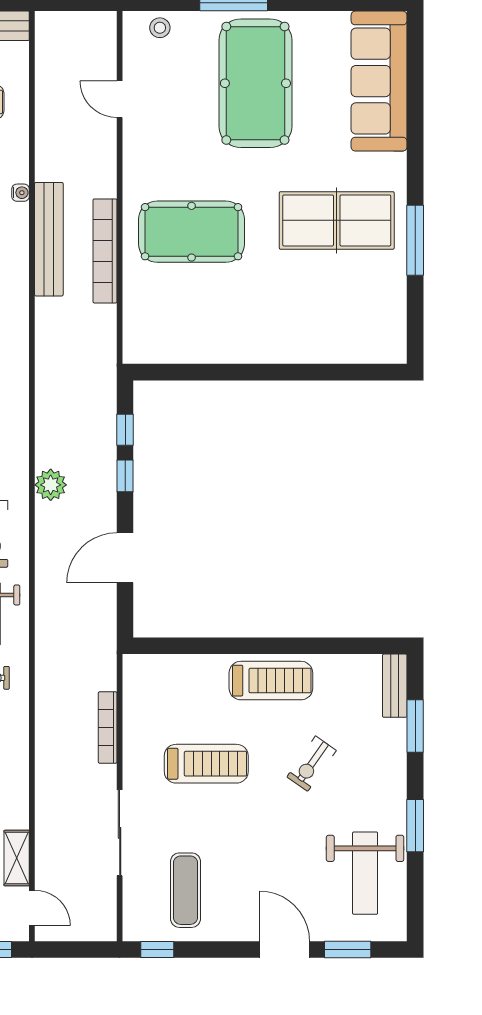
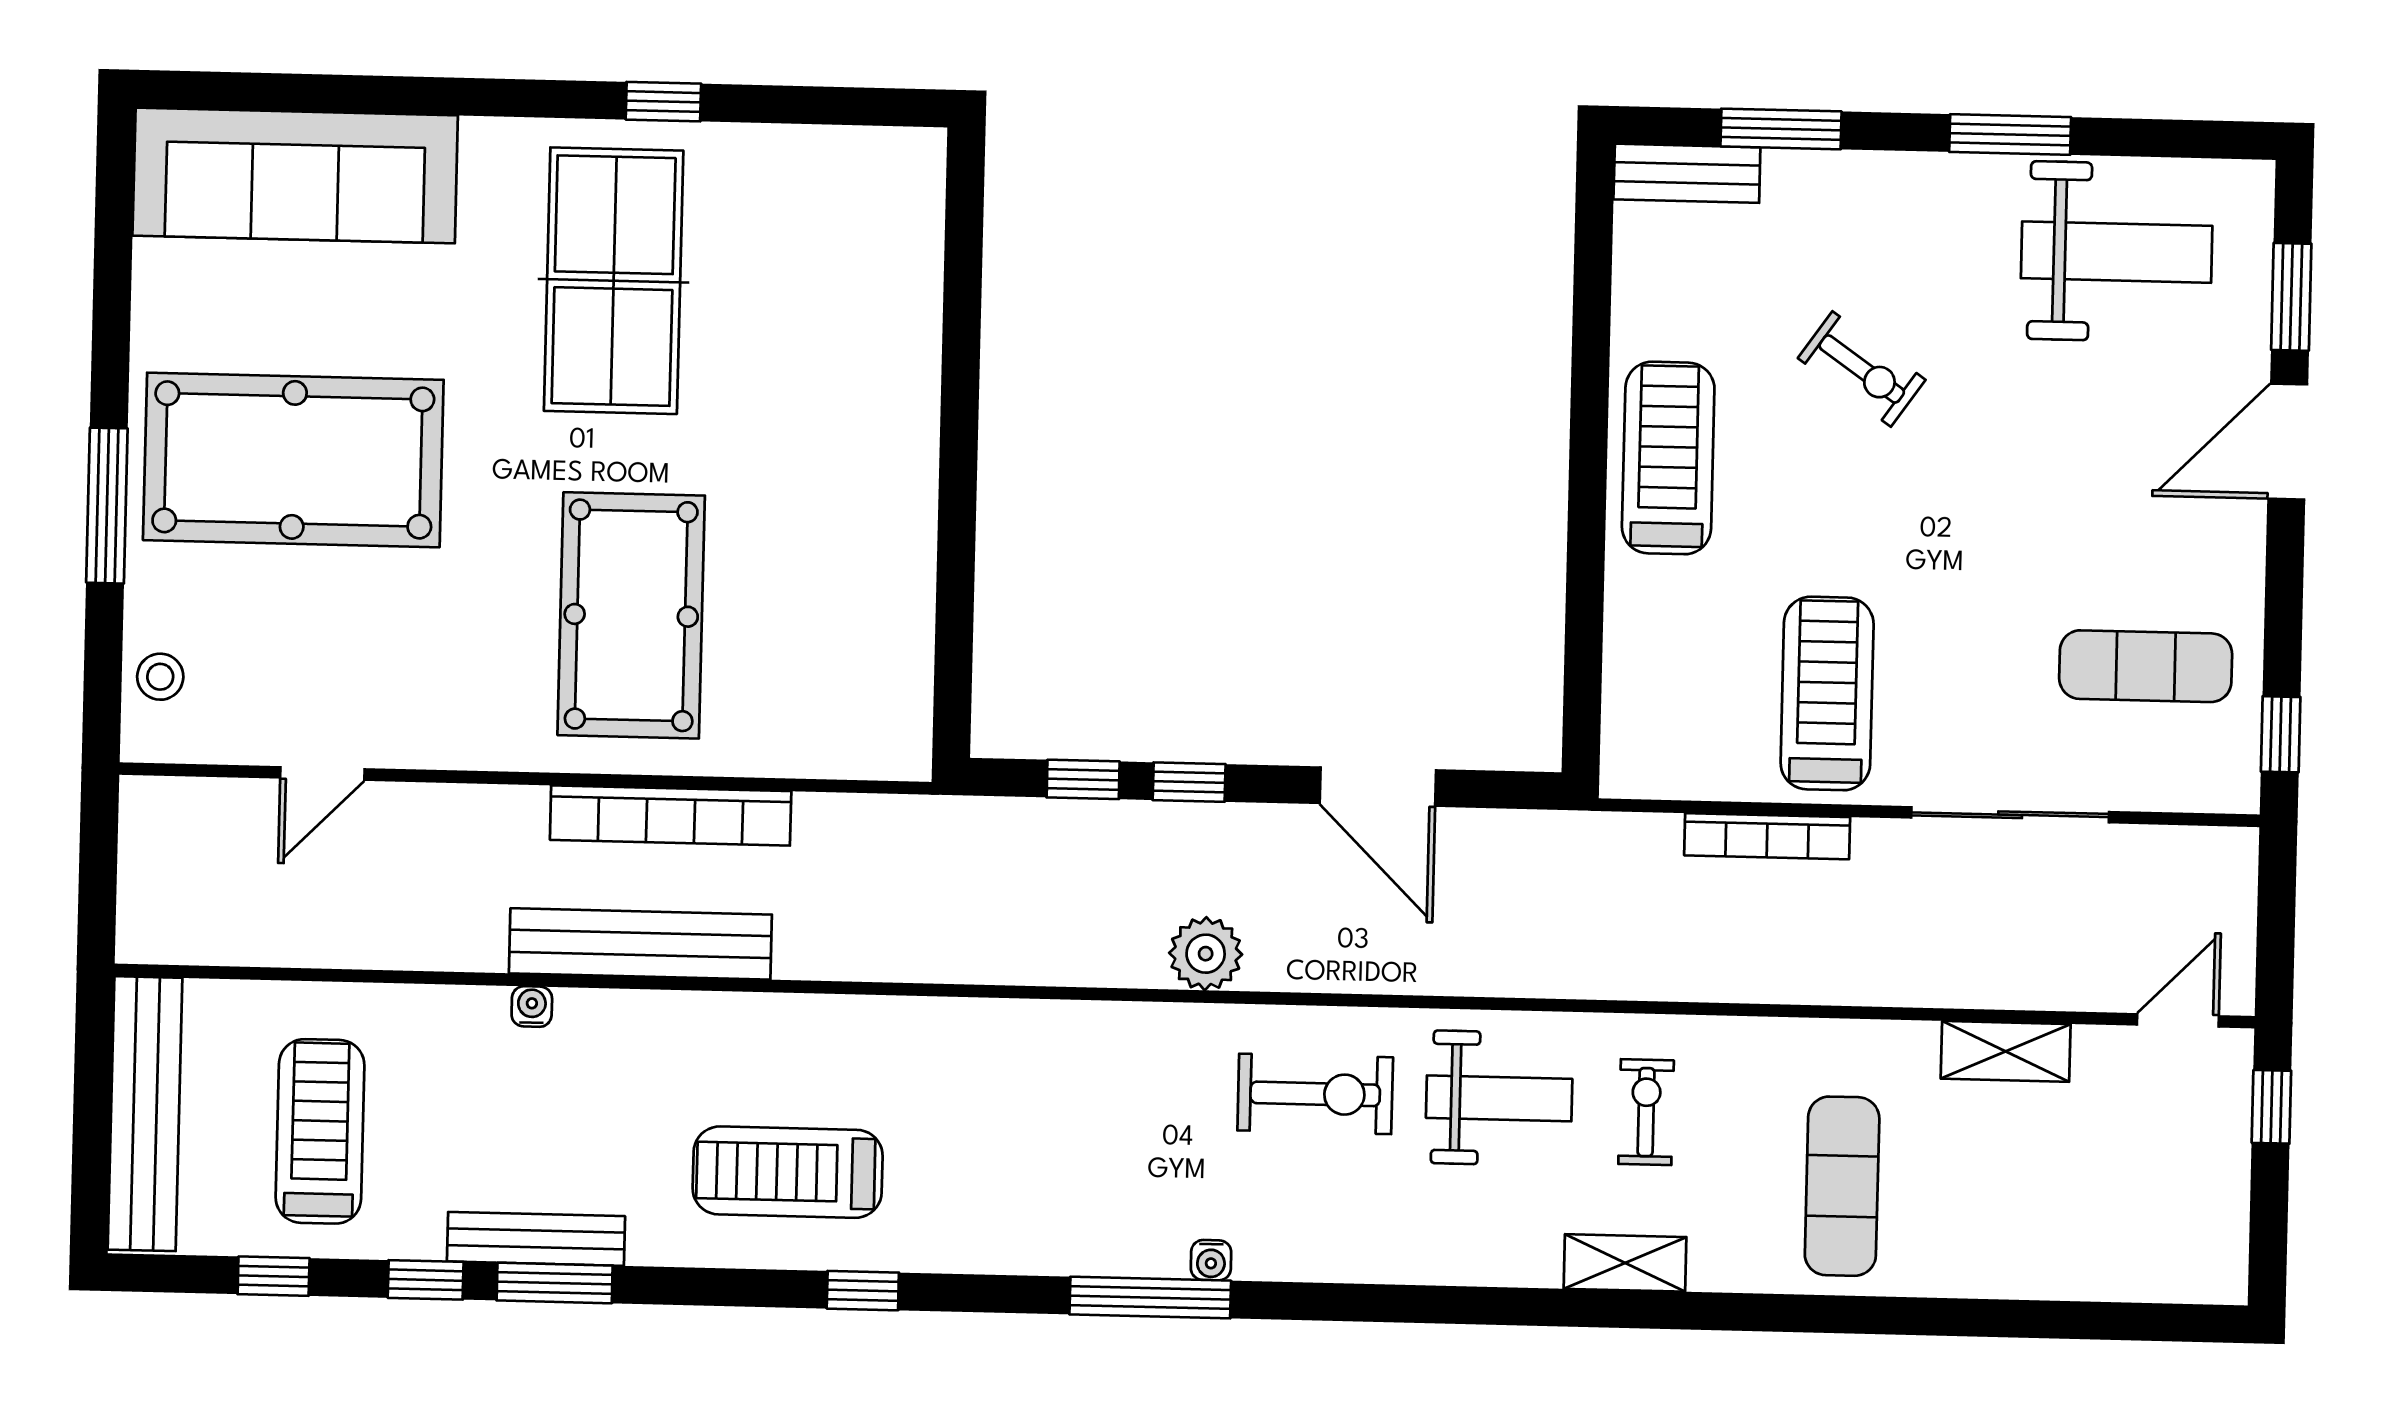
window: (415, 240) -> (663, 102), width x0.46
treadmill: (206, 764) -> (1827, 693), moved
shelving: (17, 858) -> (2006, 1051), moved

